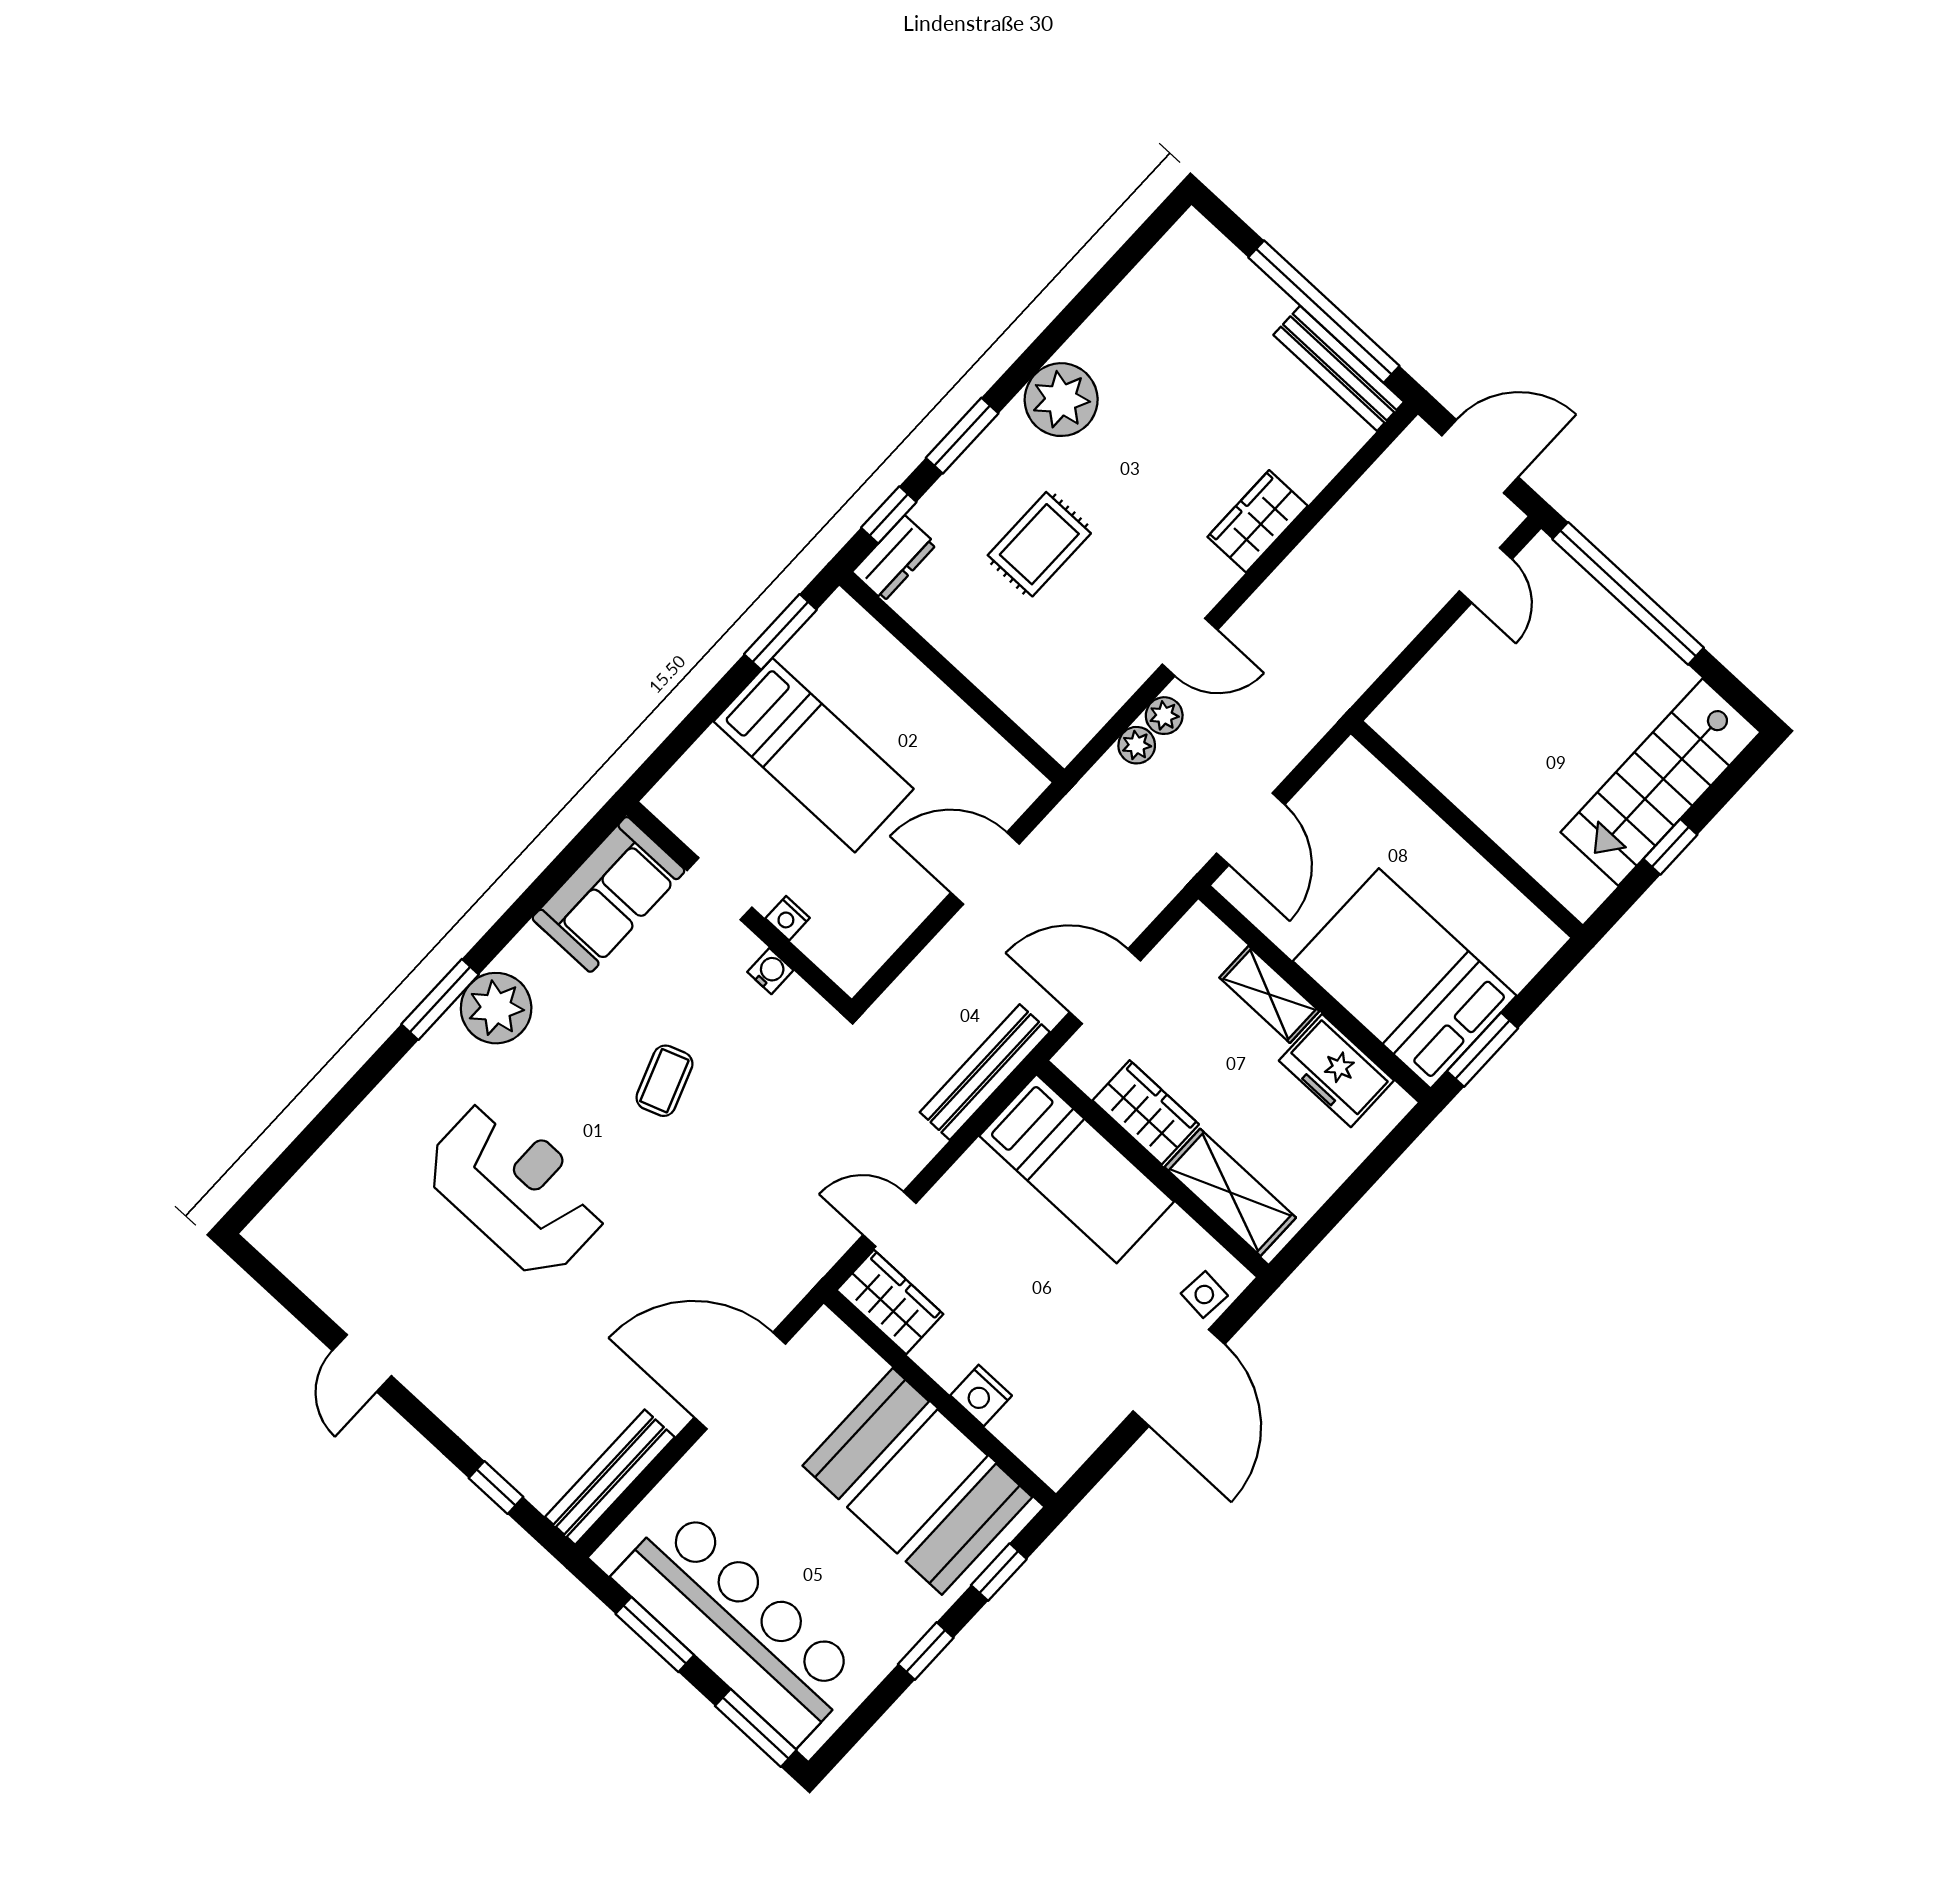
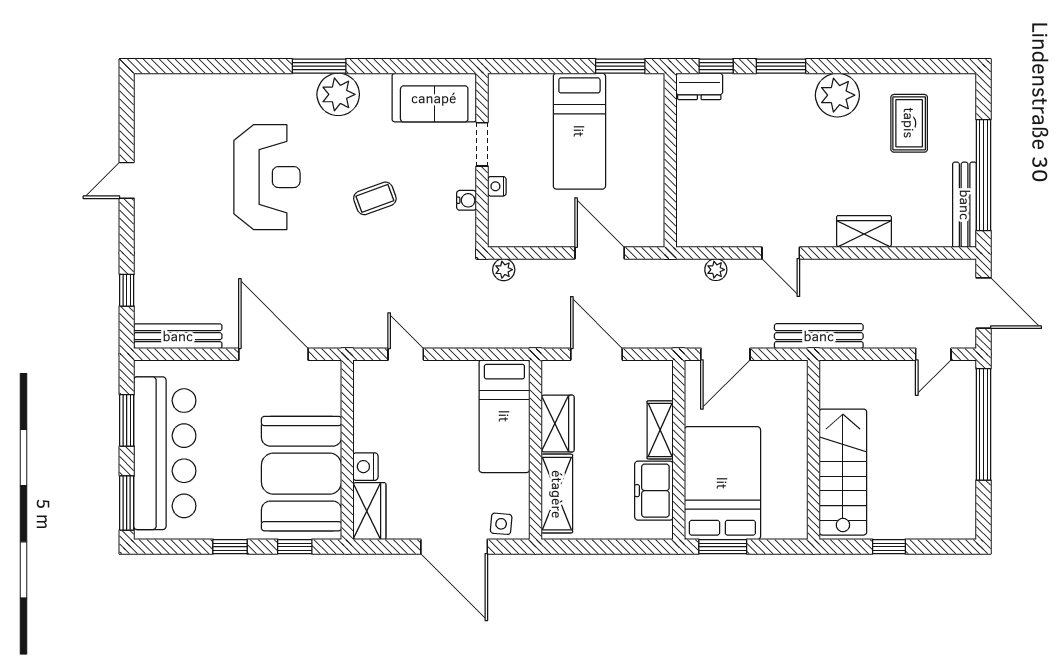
rug: (1039, 544) -> (909, 123), moved, turned 90
plant: (1164, 716) -> (504, 270), moved
stairs: (1660, 782) -> (843, 472), moved, turned 90
bench: (985, 1072) -> (819, 336), moved
wardrobe: (890, 1302) -> (369, 511), moved
door: (1179, 1378) -> (454, 547), hinge flipped

